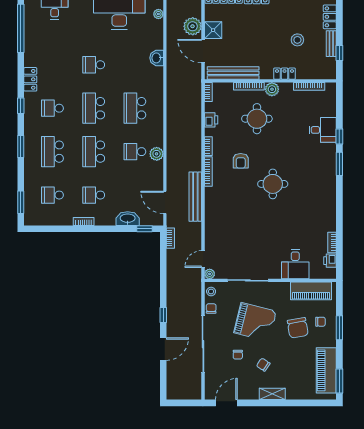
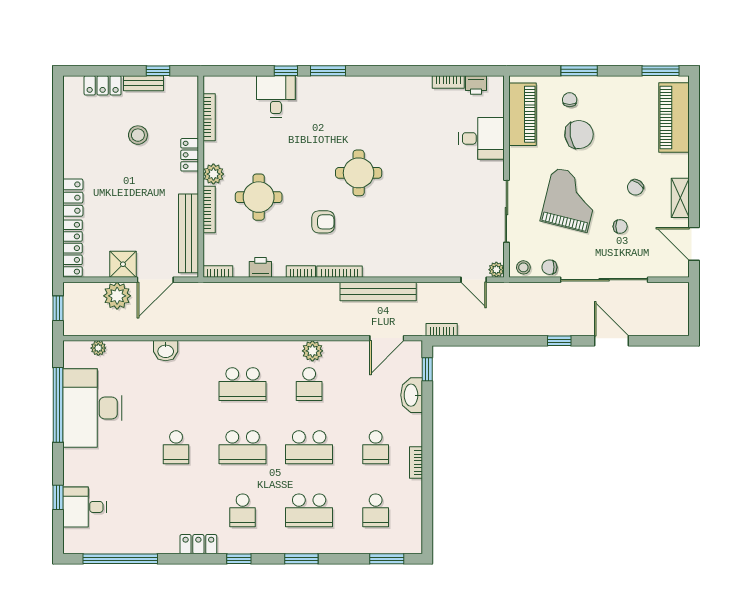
piano: (326, 370) -> (674, 118), moved, turned 90
shelving: (272, 394) -> (680, 198), moved

